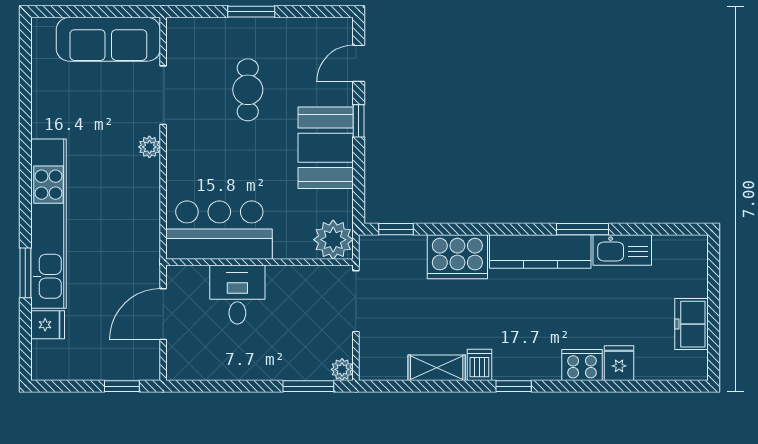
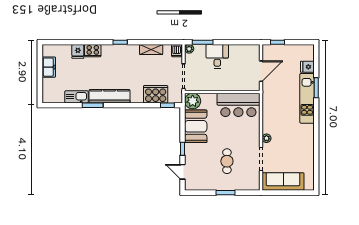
door: (359, 63) -> (182, 172), swing flipped
booth: (326, 148) -> (196, 126), moved
kitchen unit: (48, 224) -> (307, 98), width x0.73
cooker: (457, 257) -> (156, 94), moved
desk: (237, 295) -> (217, 56), moved, turned 180
dishwasher: (479, 365) -> (177, 51), moved

